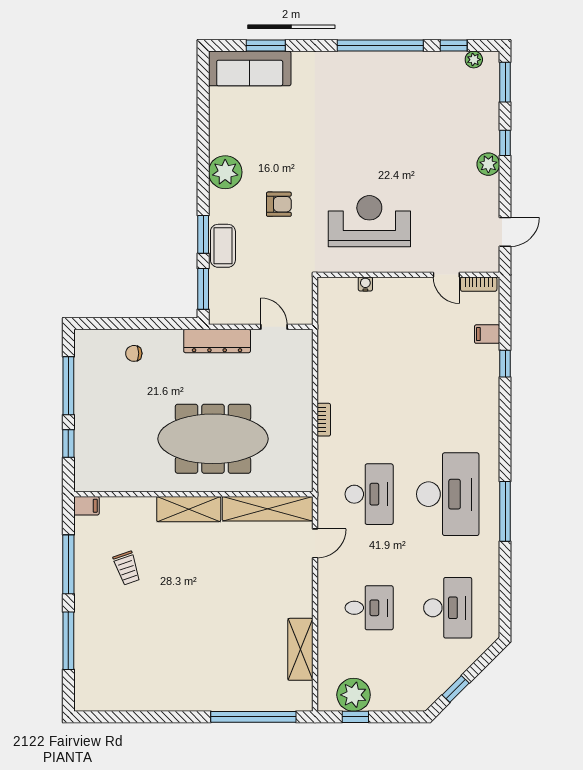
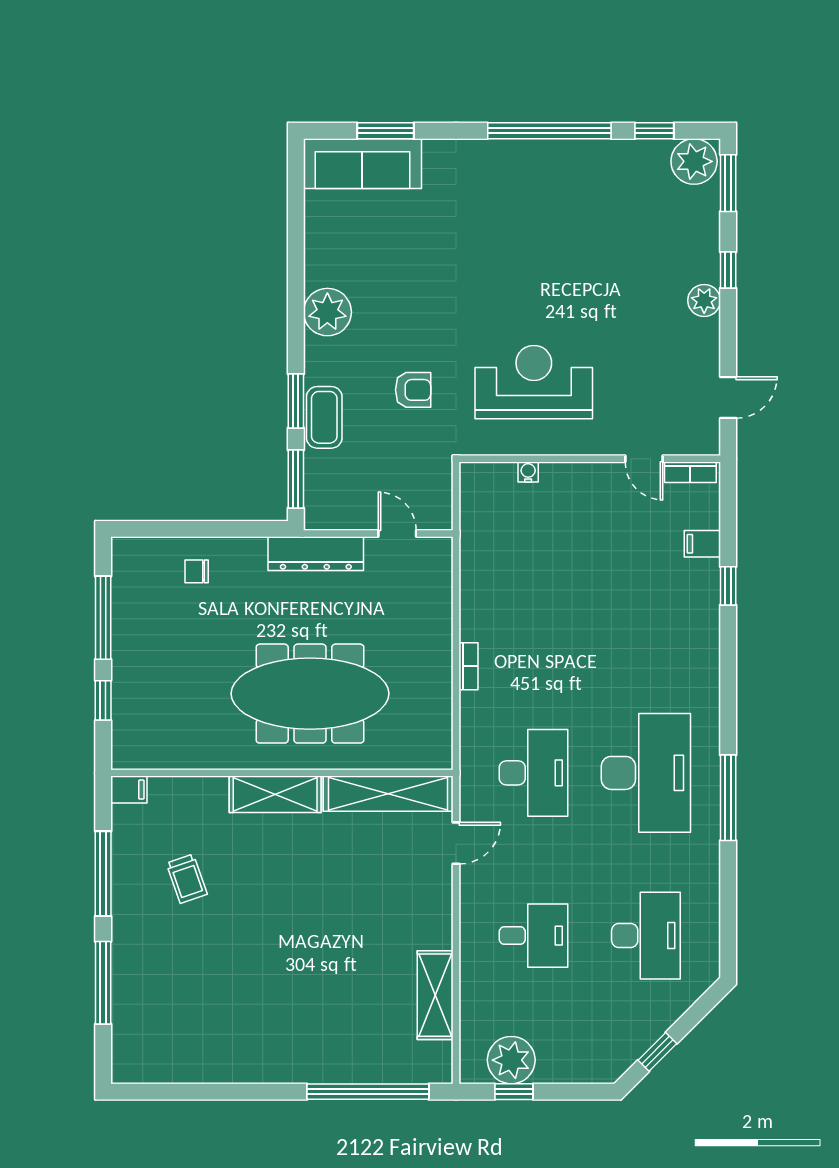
plant: (474, 60) -> (694, 161), width x1.88, depth x1.88
armchair: (279, 204) -> (413, 390), moved

